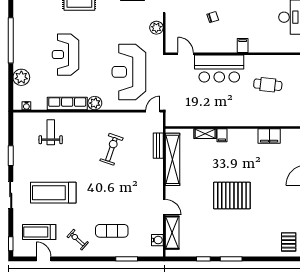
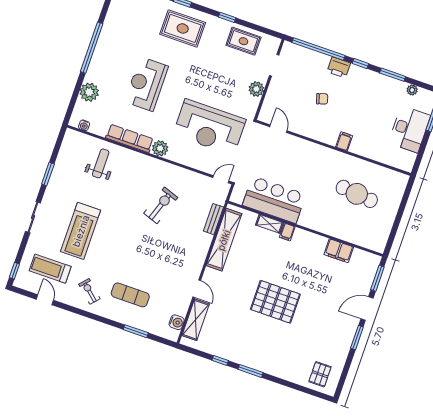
bar counter: (219, 69) -> (274, 200), moved, turned 180
reception desk: (129, 72) -> (209, 127), turned -90
cafe table: (268, 85) -> (357, 194), width x1.37, depth x1.35
treadmill: (53, 193) -> (81, 231), turned -90

